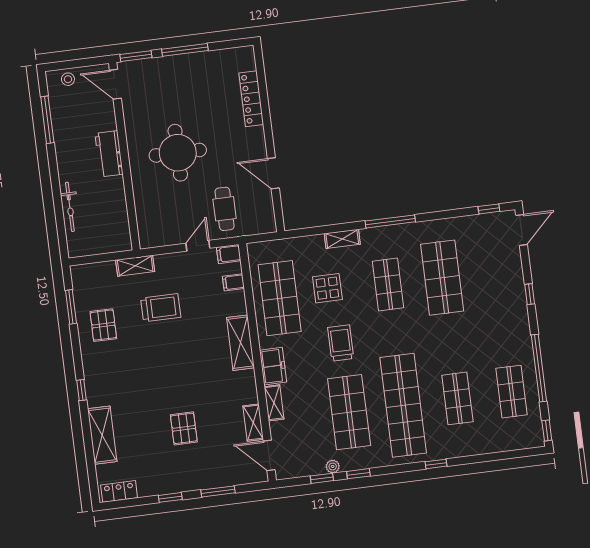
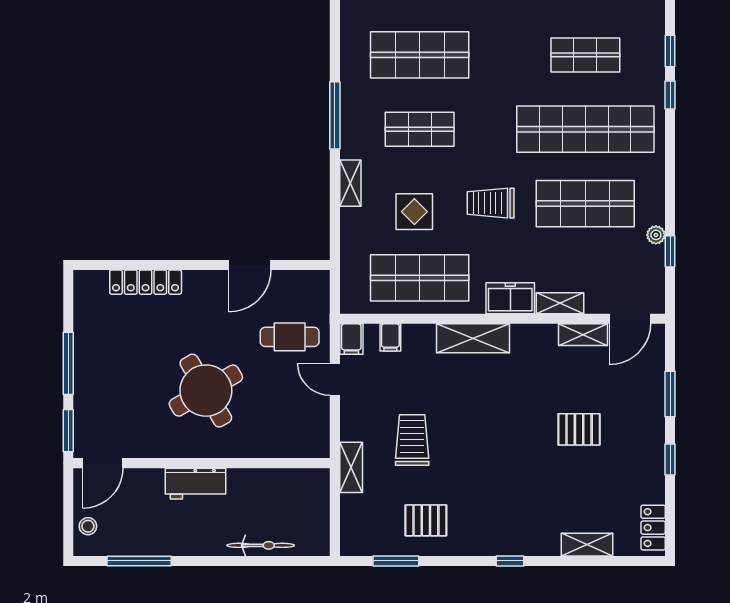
round table: (178, 153) -> (206, 391), turned -30
shelving: (102, 435) -> (587, 545), width x0.67, depth x0.75
window: (358, 474) -> (670, 51), moved

